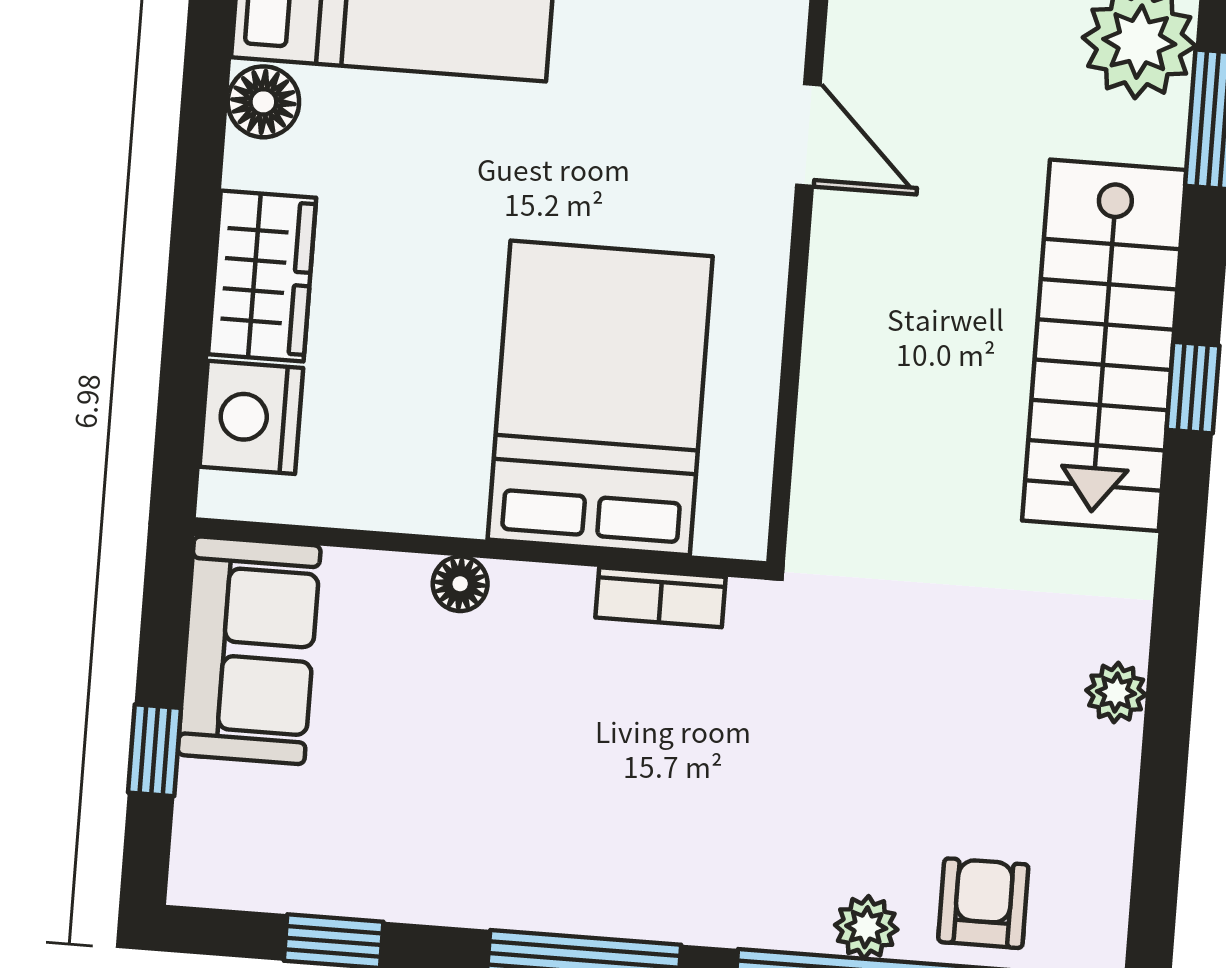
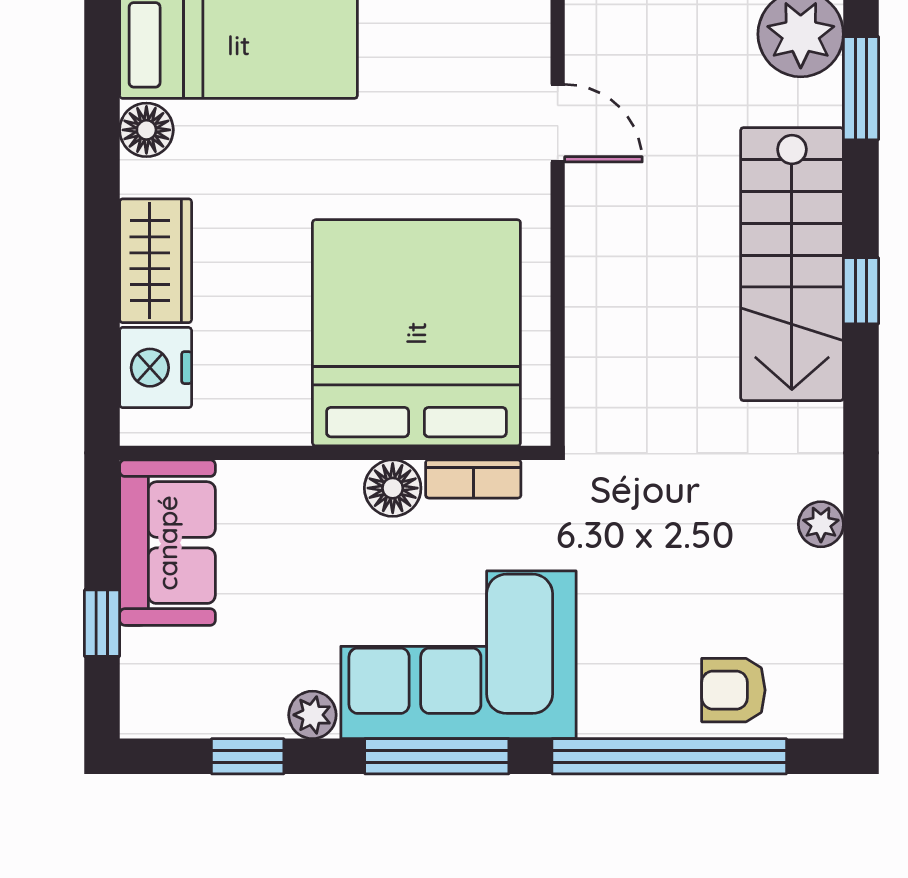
bed: (600, 398) -> (416, 333), width x1.36
floor lamp: (460, 584) -> (393, 488), moved, width x1.37, depth x1.37
corner sofa: (623, 828) -> (458, 655), added
armchair: (983, 903) -> (733, 690), turned -90
plant: (866, 927) -> (312, 715), moved

